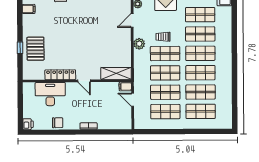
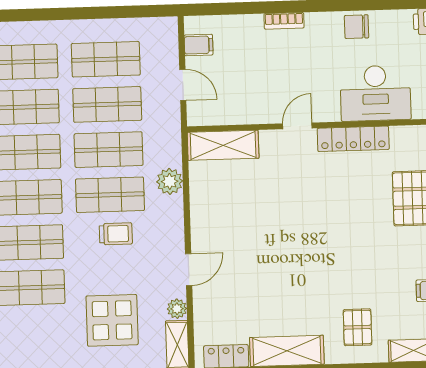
plant: (139, 44) -> (170, 181), moved
door: (84, 81) -> (297, 126), hinge flipped
filing cabinet: (125, 86) -> (199, 45), moved

